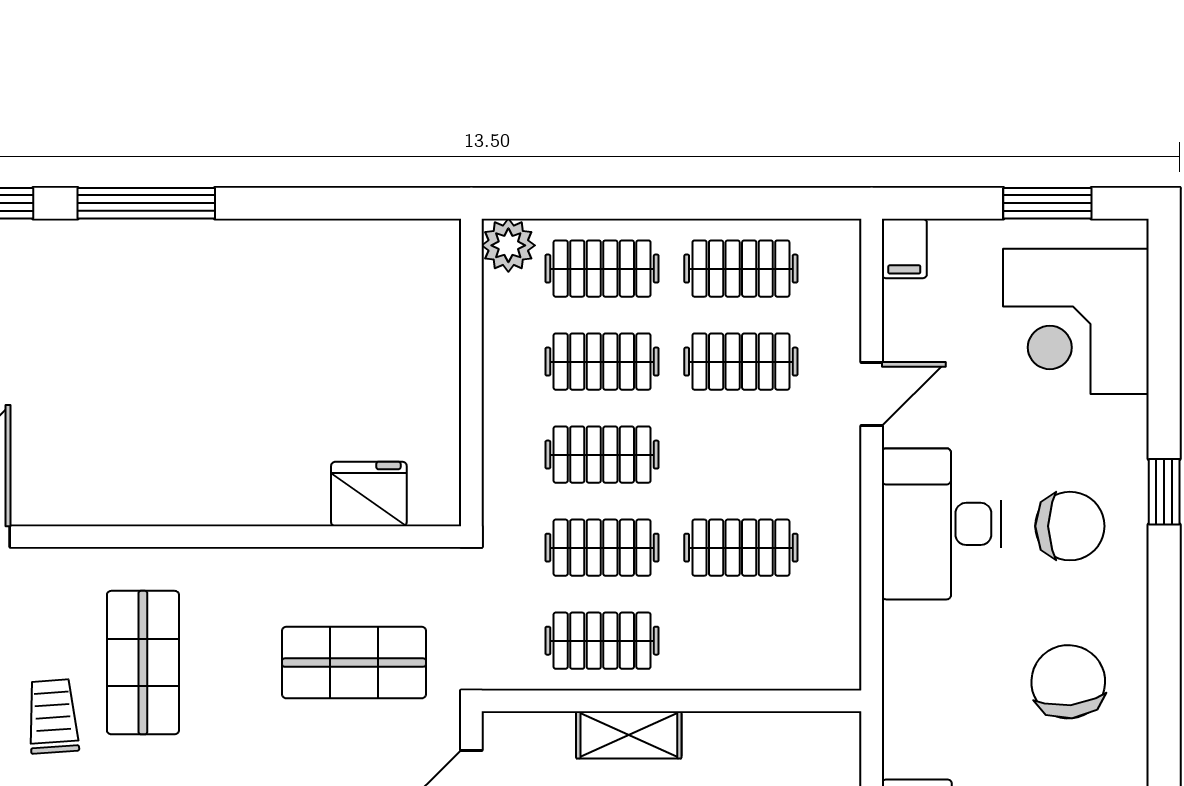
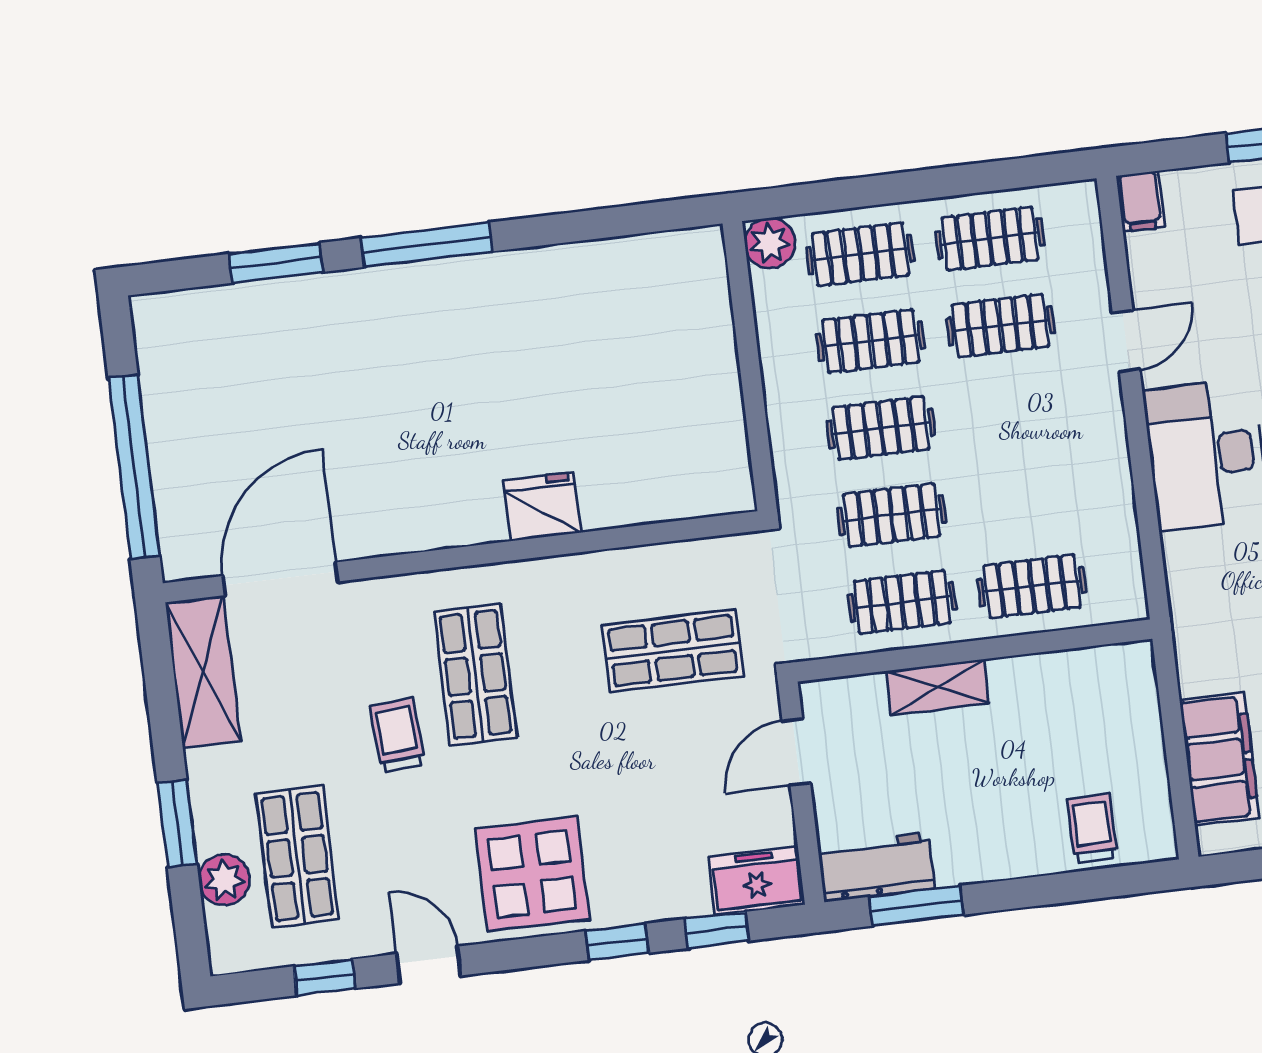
fridge: (369, 494) -> (542, 507), moved
clothes rail: (741, 548) -> (1032, 586), moved

